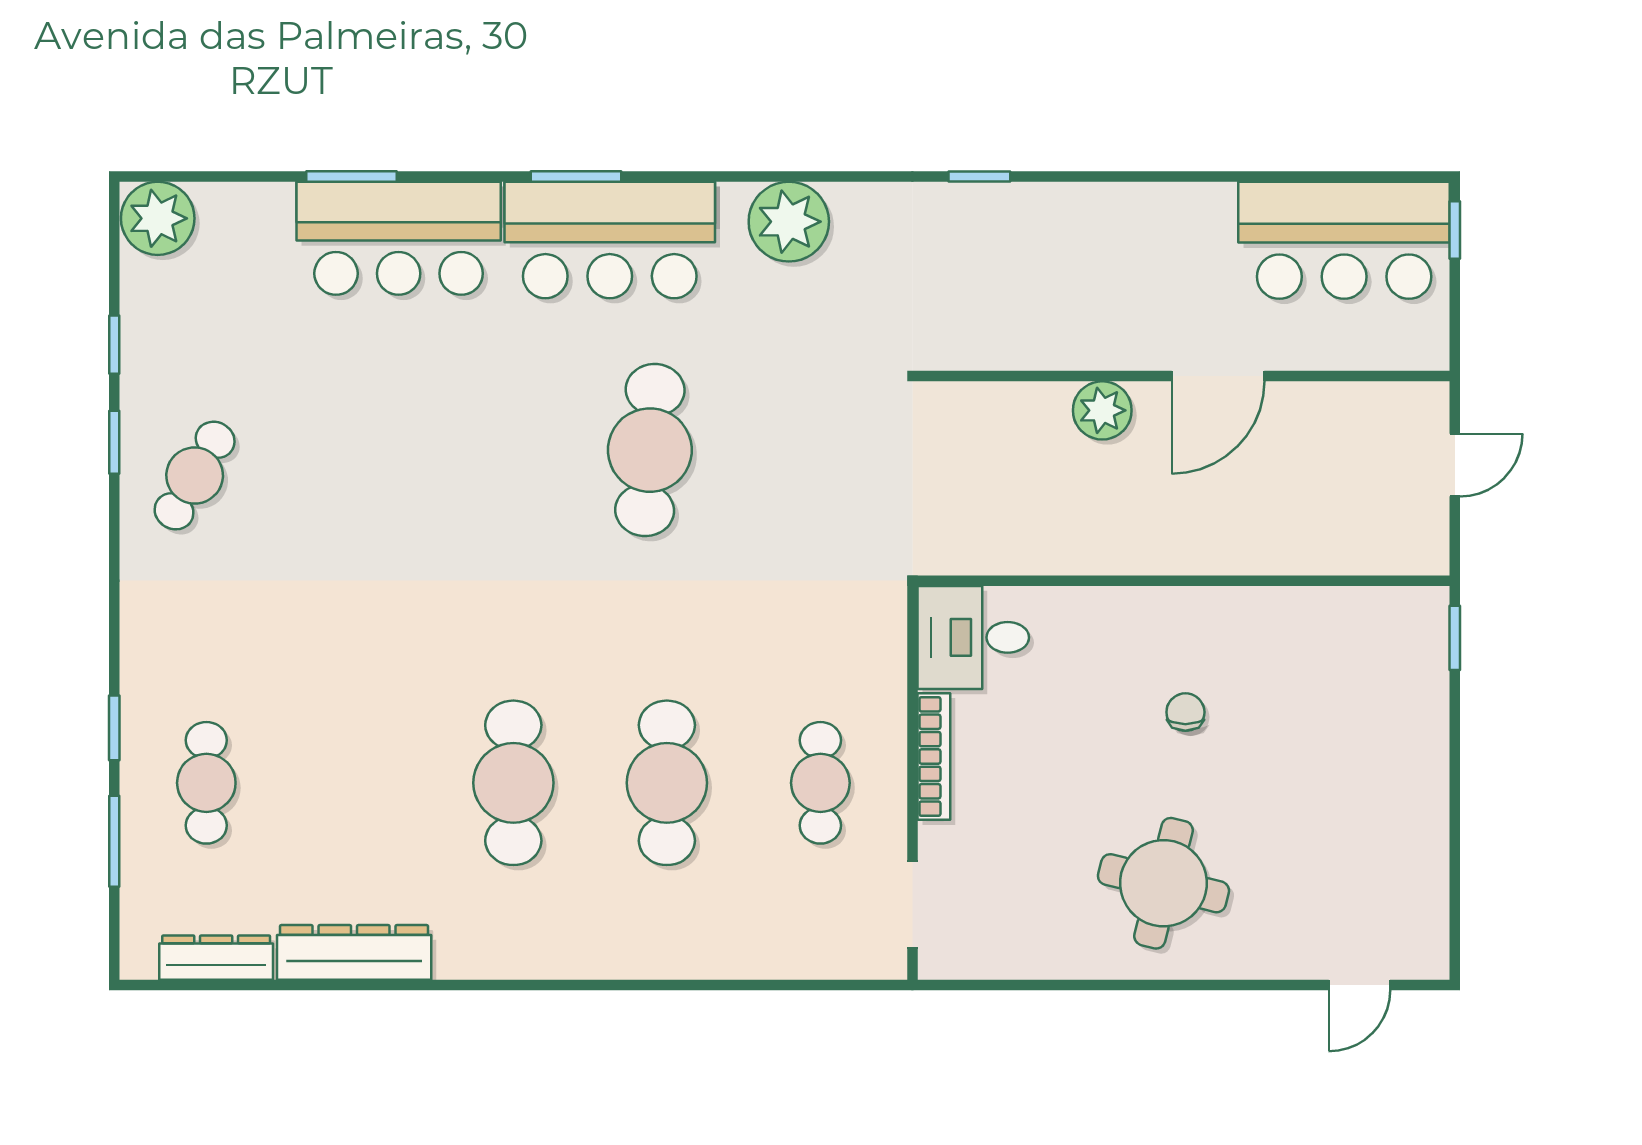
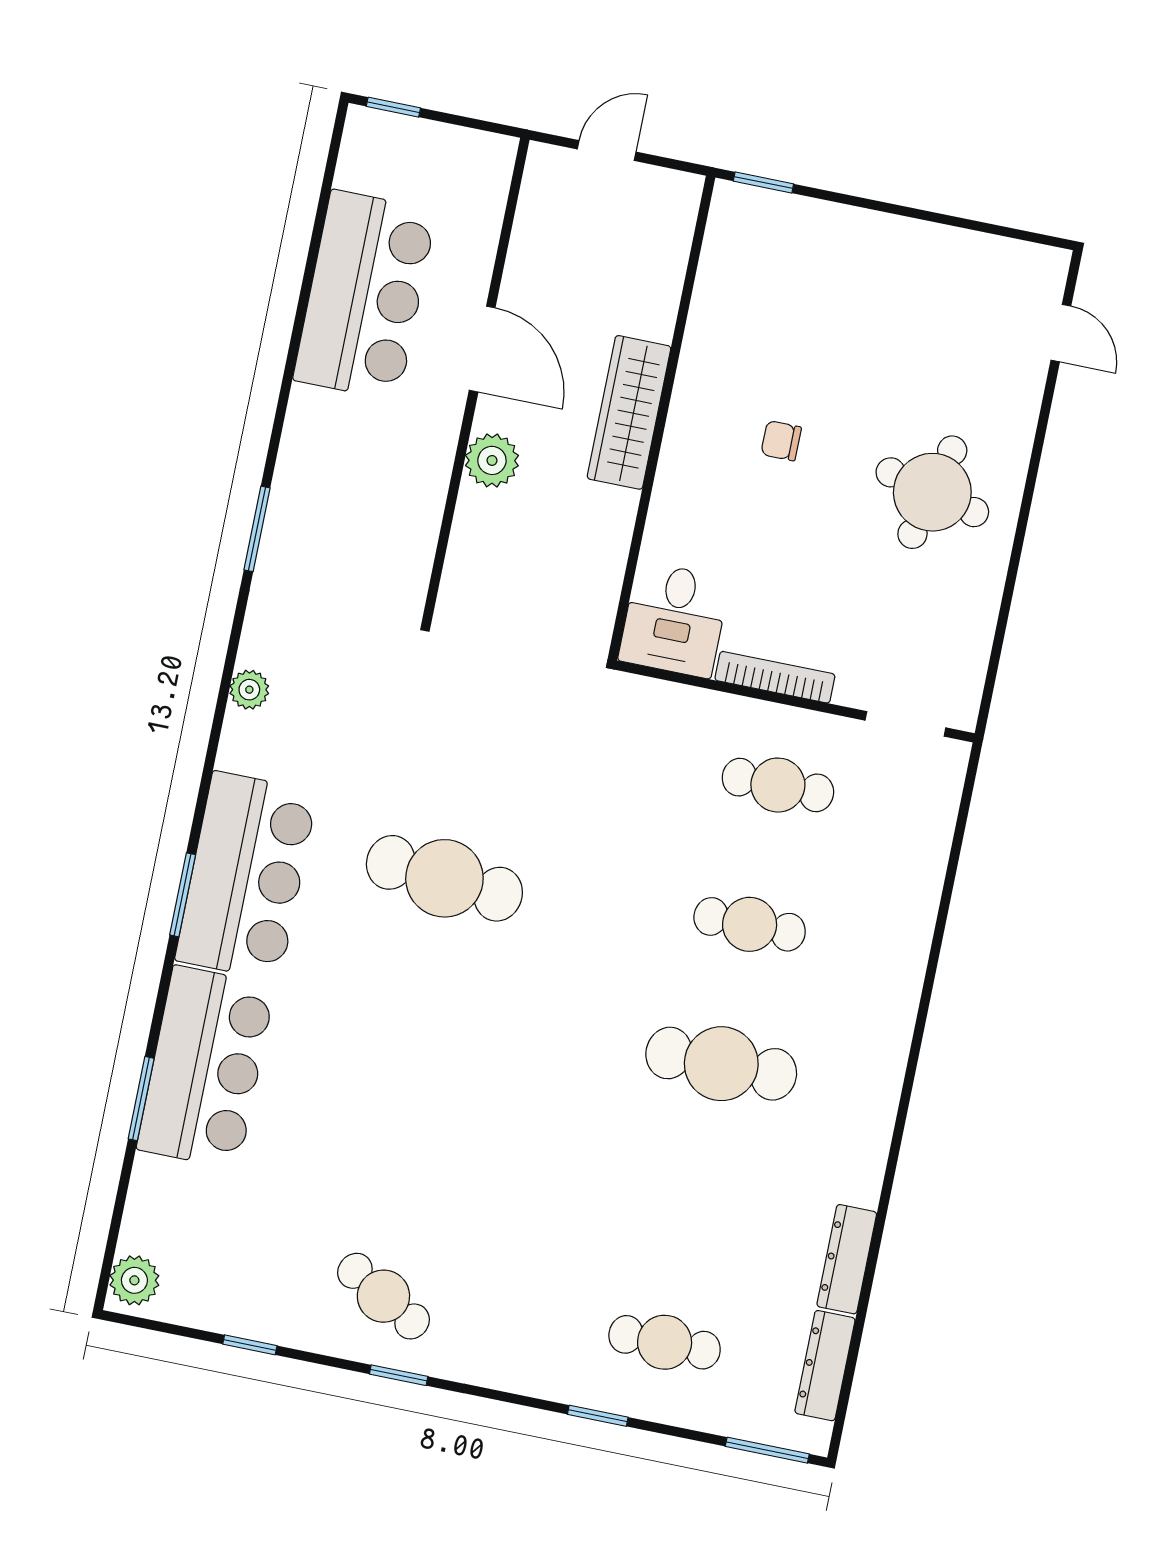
window: (979, 176) -> (257, 529), width x1.50
plant: (158, 218) -> (134, 1280), width x0.73, depth x0.73
plant: (789, 222) -> (249, 690), width x0.53, depth x0.53
bar counter: (1344, 240) -> (365, 295), moved
window: (114, 442) -> (399, 1375), moved
door: (1455, 465) -> (607, 151), hinge flipped
wardrobe: (1183, 545) -> (629, 412), added
cafe table: (667, 783) -> (750, 924), width x0.73, depth x0.74
window: (114, 841) -> (767, 1450), moved
dresser: (354, 952) -> (847, 1259), width x0.73, depth x0.80

